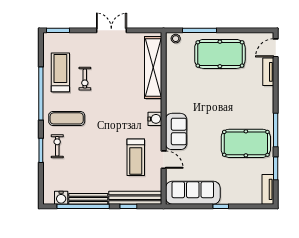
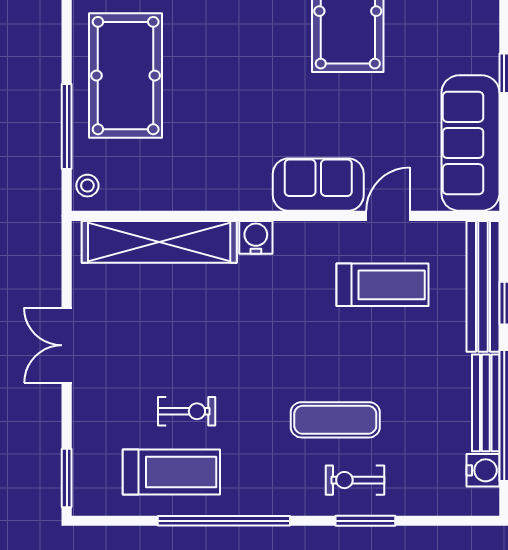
treadmill: (60, 72) -> (171, 472), turned 180
exercise mat: (67, 118) -> (335, 420), moved, turned 90
water cooler: (155, 119) -> (256, 237), moved

